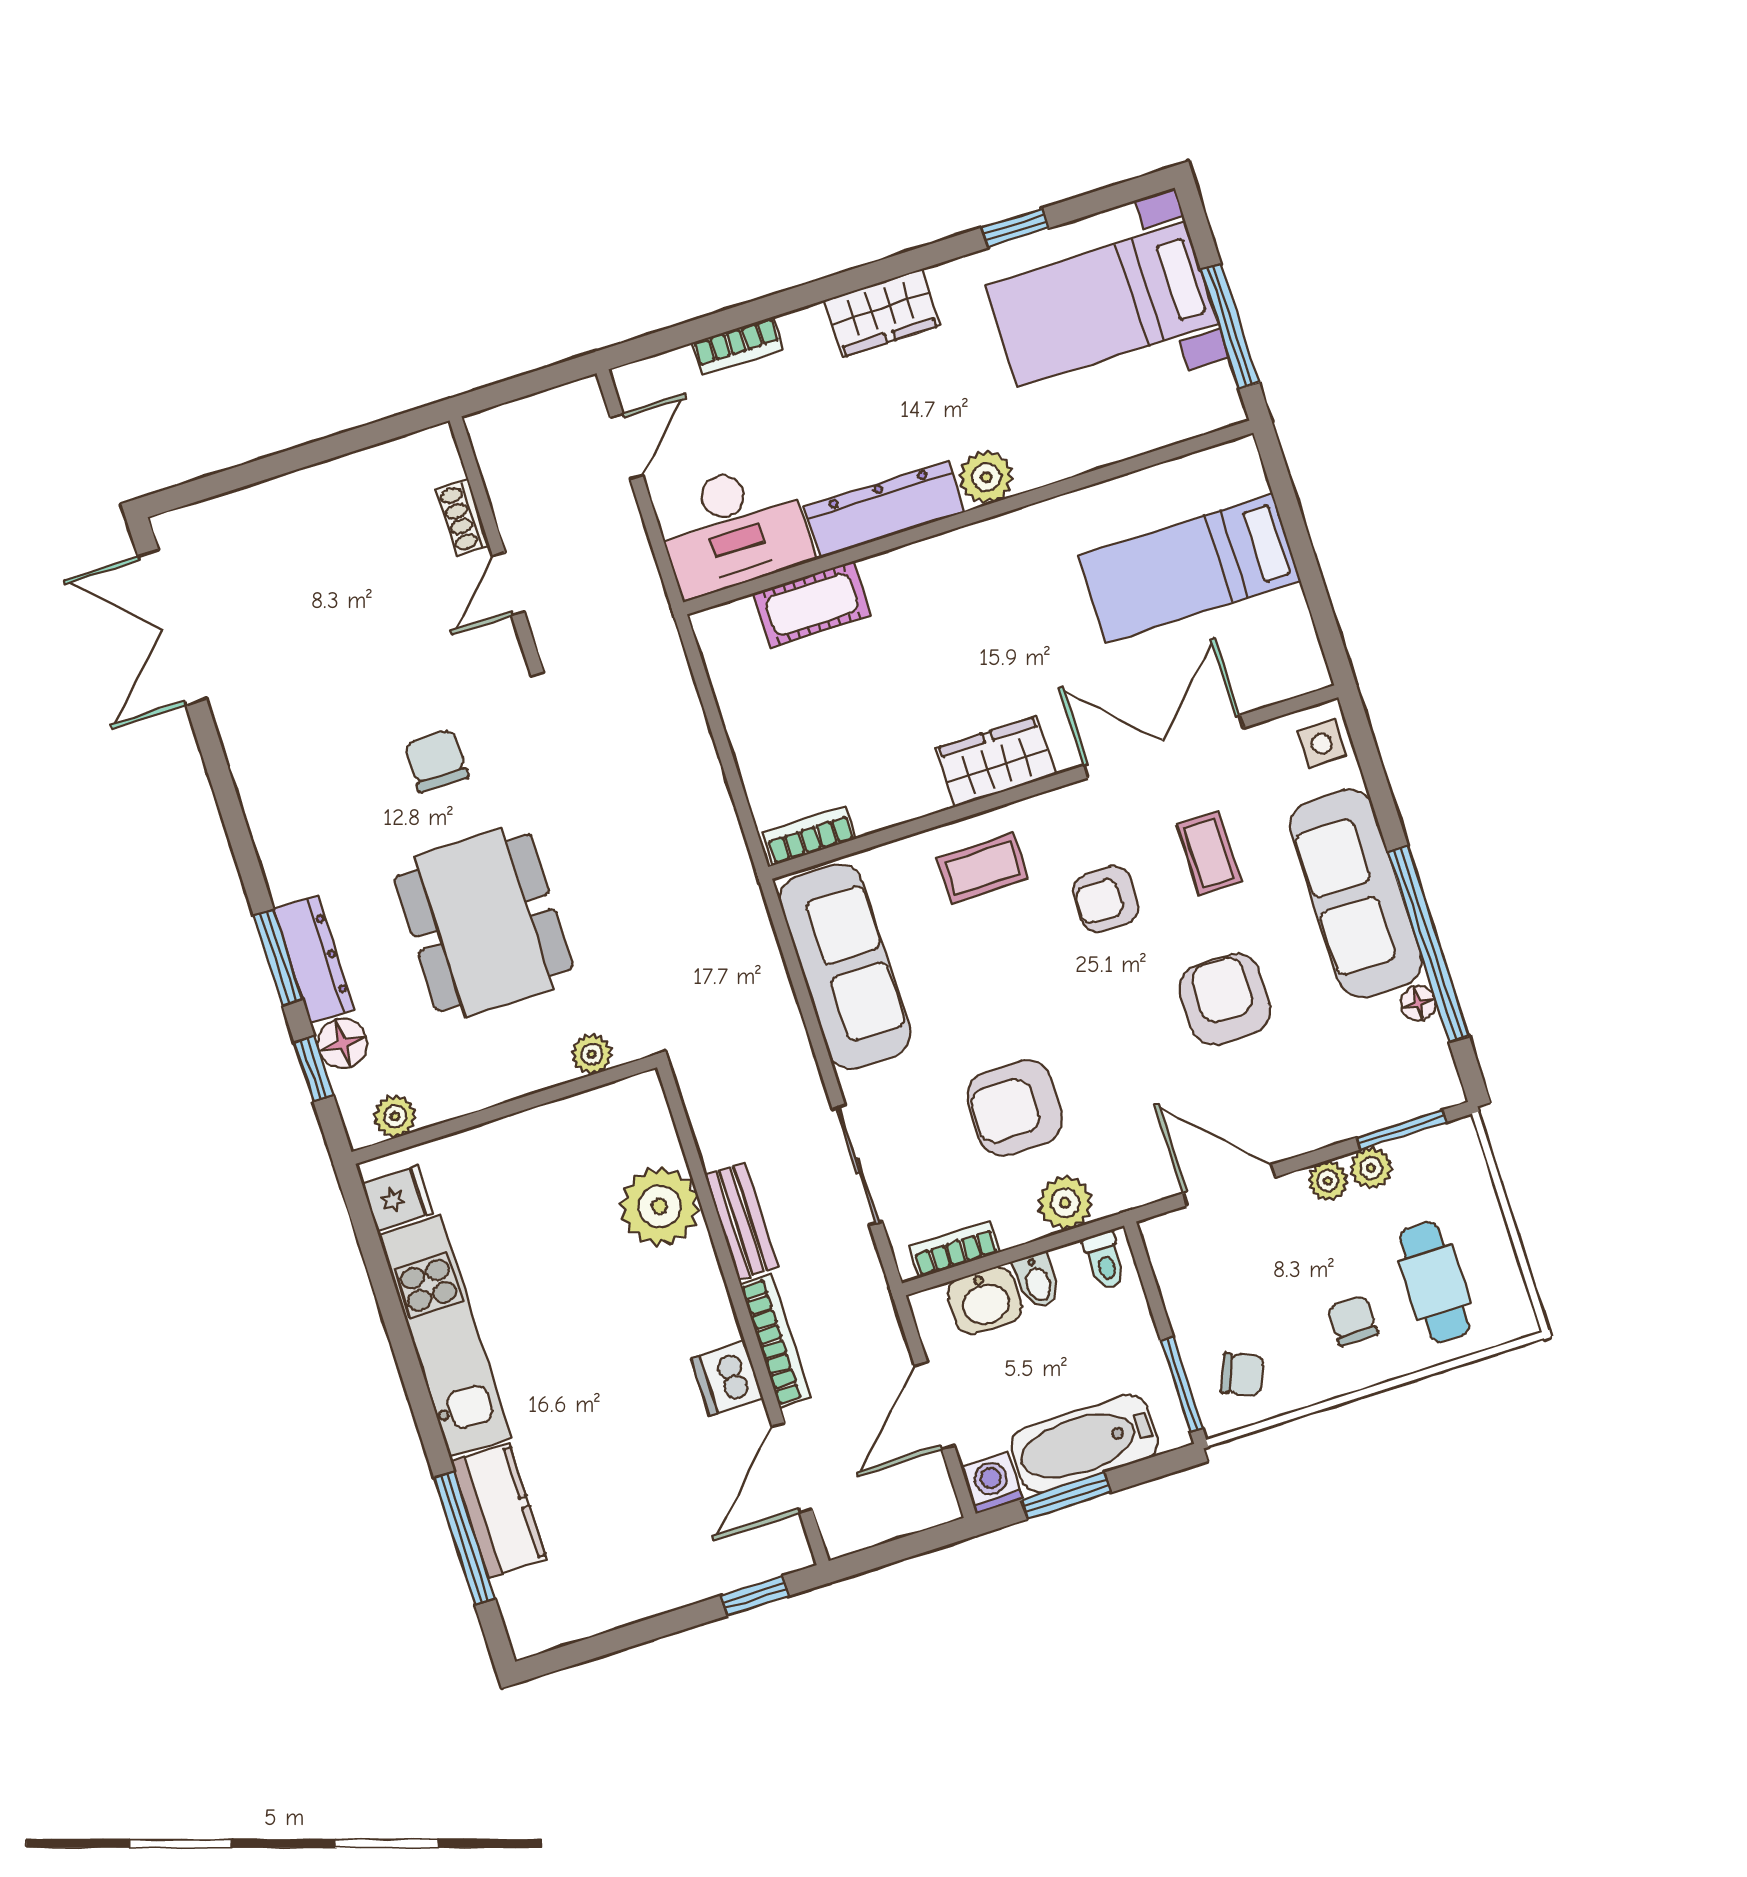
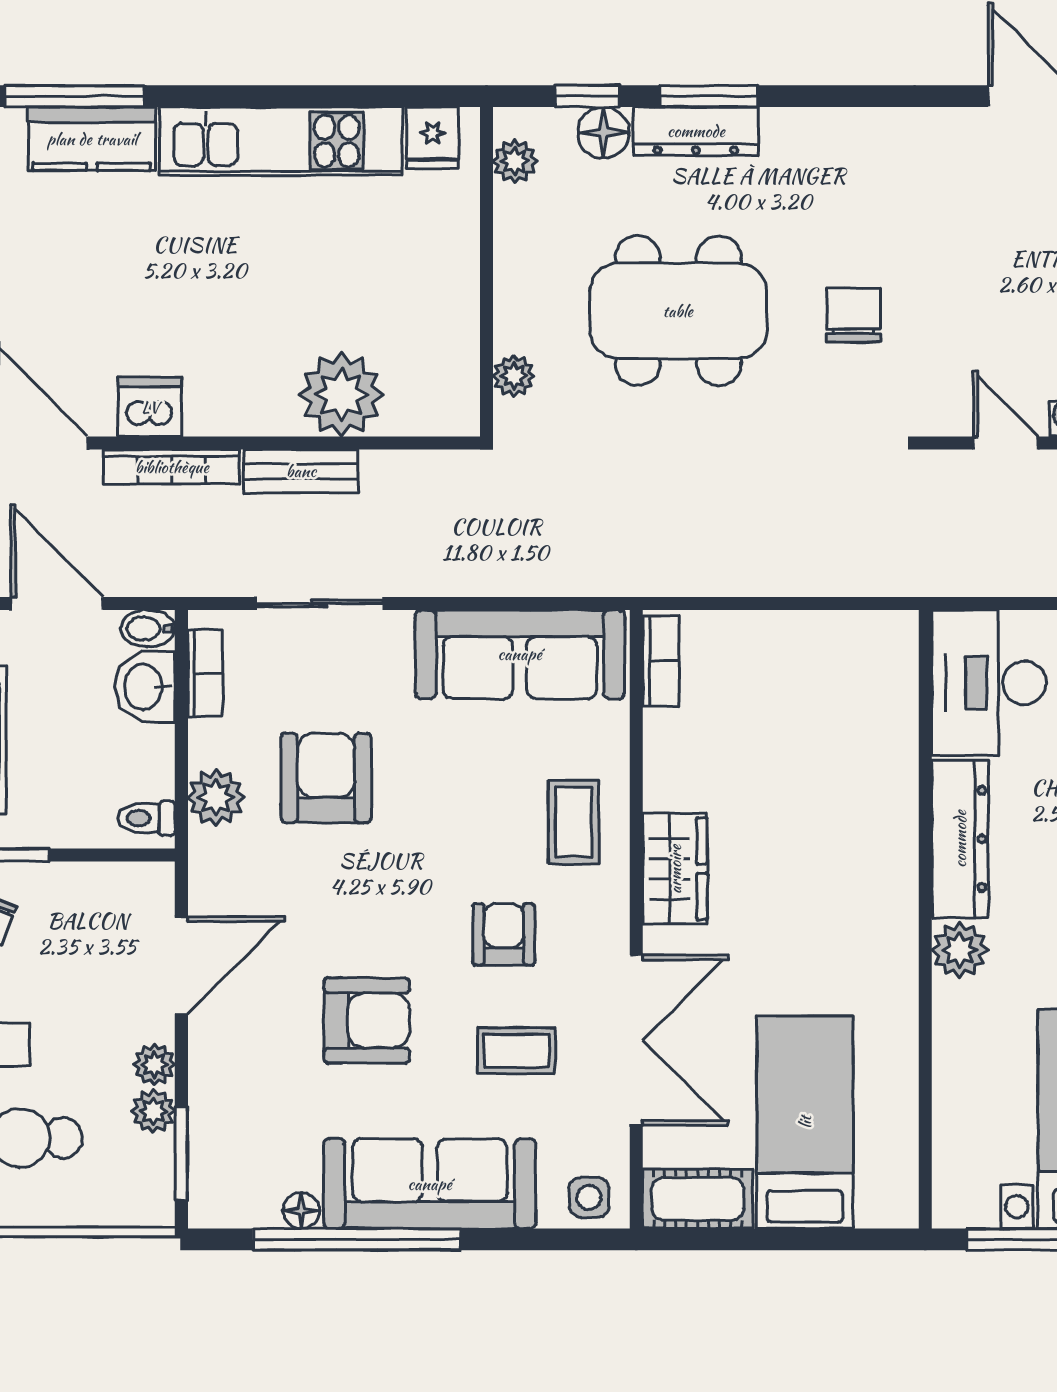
cot: (812, 604) -> (698, 1199), moved, turned 90
chair: (436, 761) -> (854, 315), turned -90
bidet: (1037, 1281) -> (148, 628), moved

